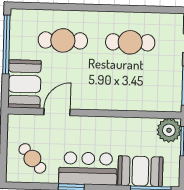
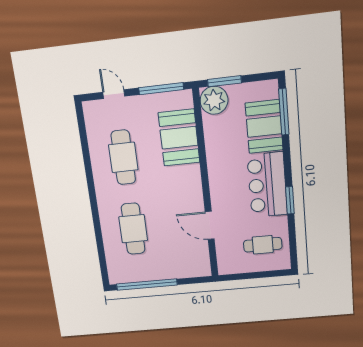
booth: (24, 84) -> (179, 138), moved, turned 90
cafe table: (32, 158) -> (263, 245), turned 41

